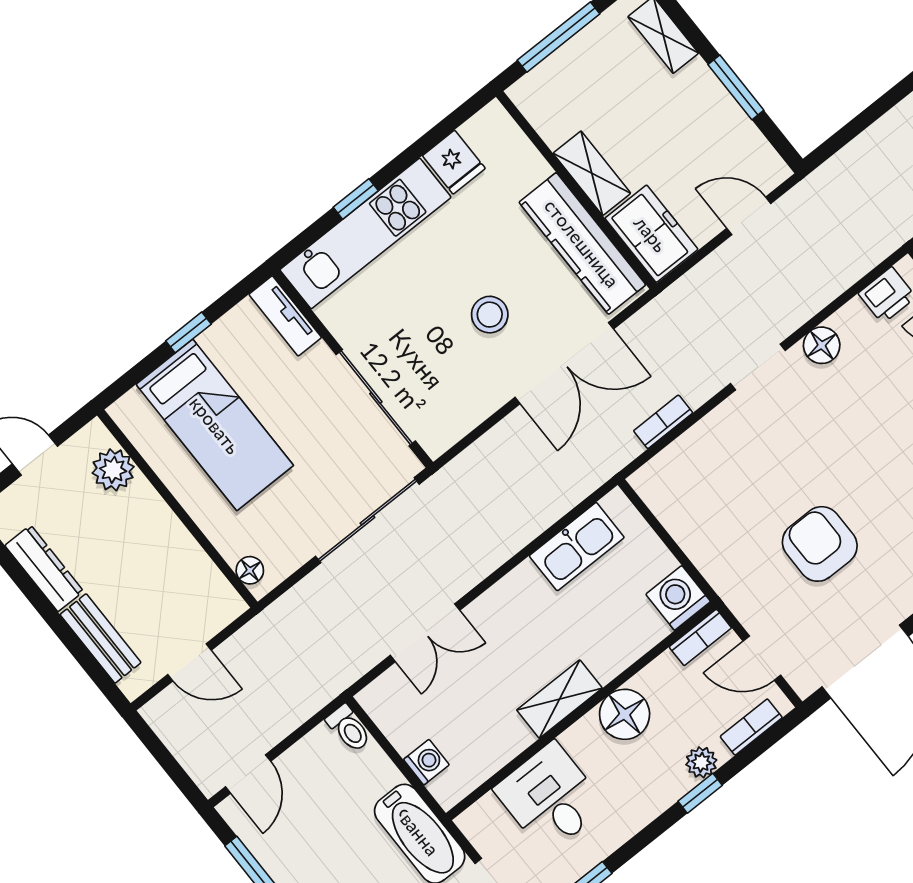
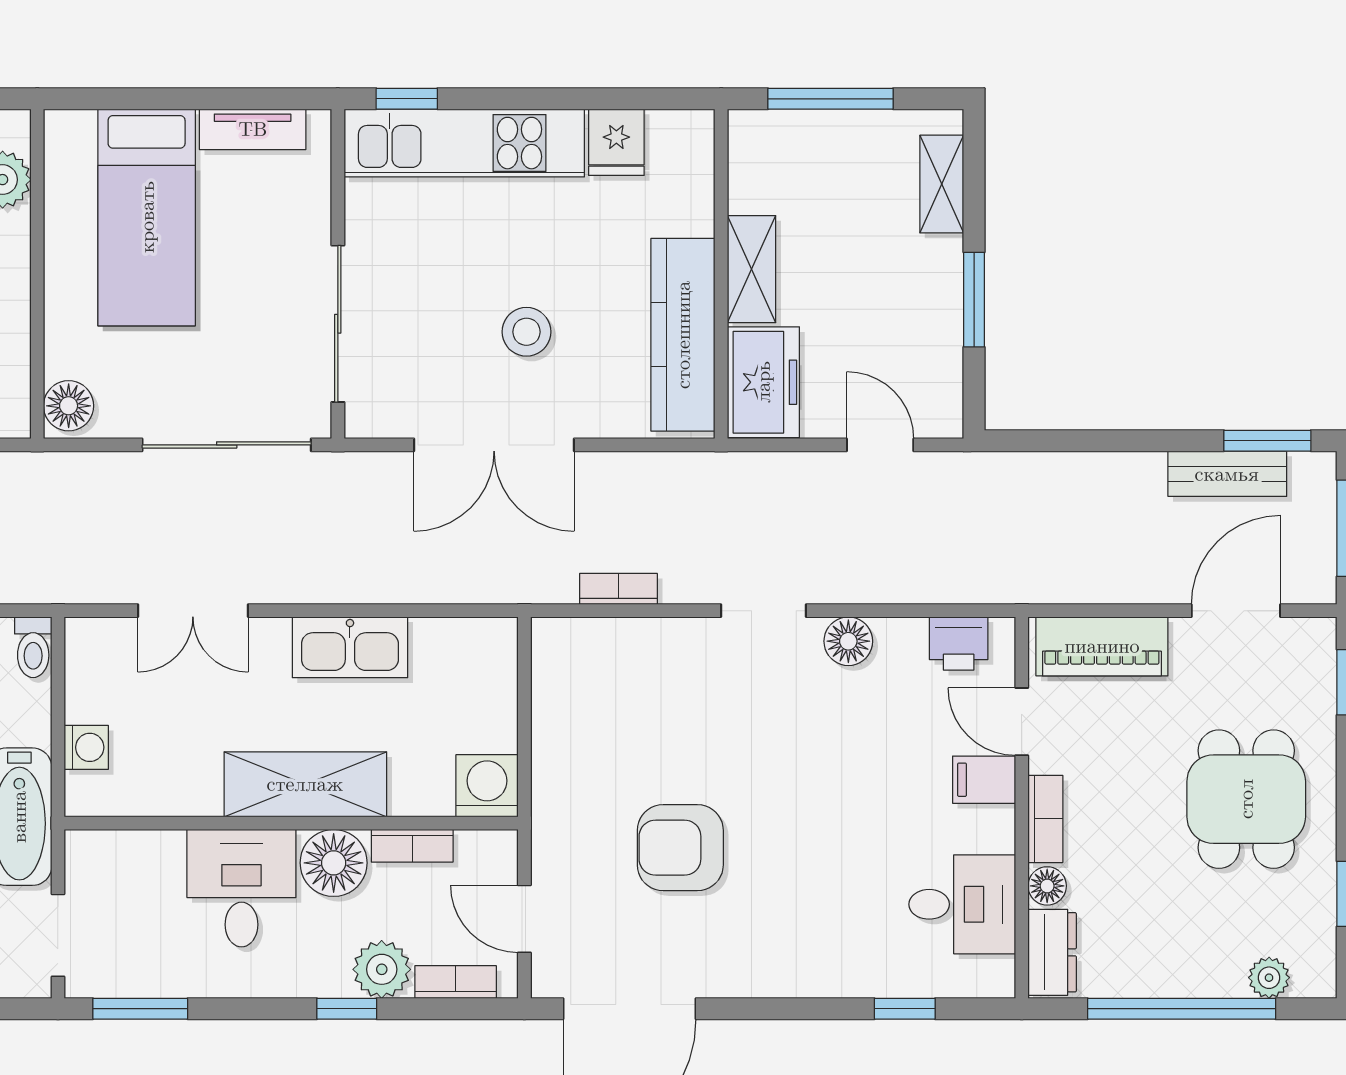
window: (356, 199) -> (407, 99), moved
tv unit: (285, 316) -> (253, 129), moved, turned -90
window: (188, 332) -> (196, 99), removed
double door: (564, 363) -> (494, 445), moved
armchair: (820, 544) -> (680, 848), turned -90
kitchen sink: (577, 547) -> (350, 647), moved
floor lamp: (250, 570) -> (69, 406), width x1.37, depth x1.37
bookcase: (700, 637) -> (412, 846), moved
shelving: (559, 699) -> (305, 784), width x1.50, depth x1.33
plant: (701, 762) -> (382, 969), width x1.38, depth x1.38
desk: (550, 798) -> (241, 888), moved

